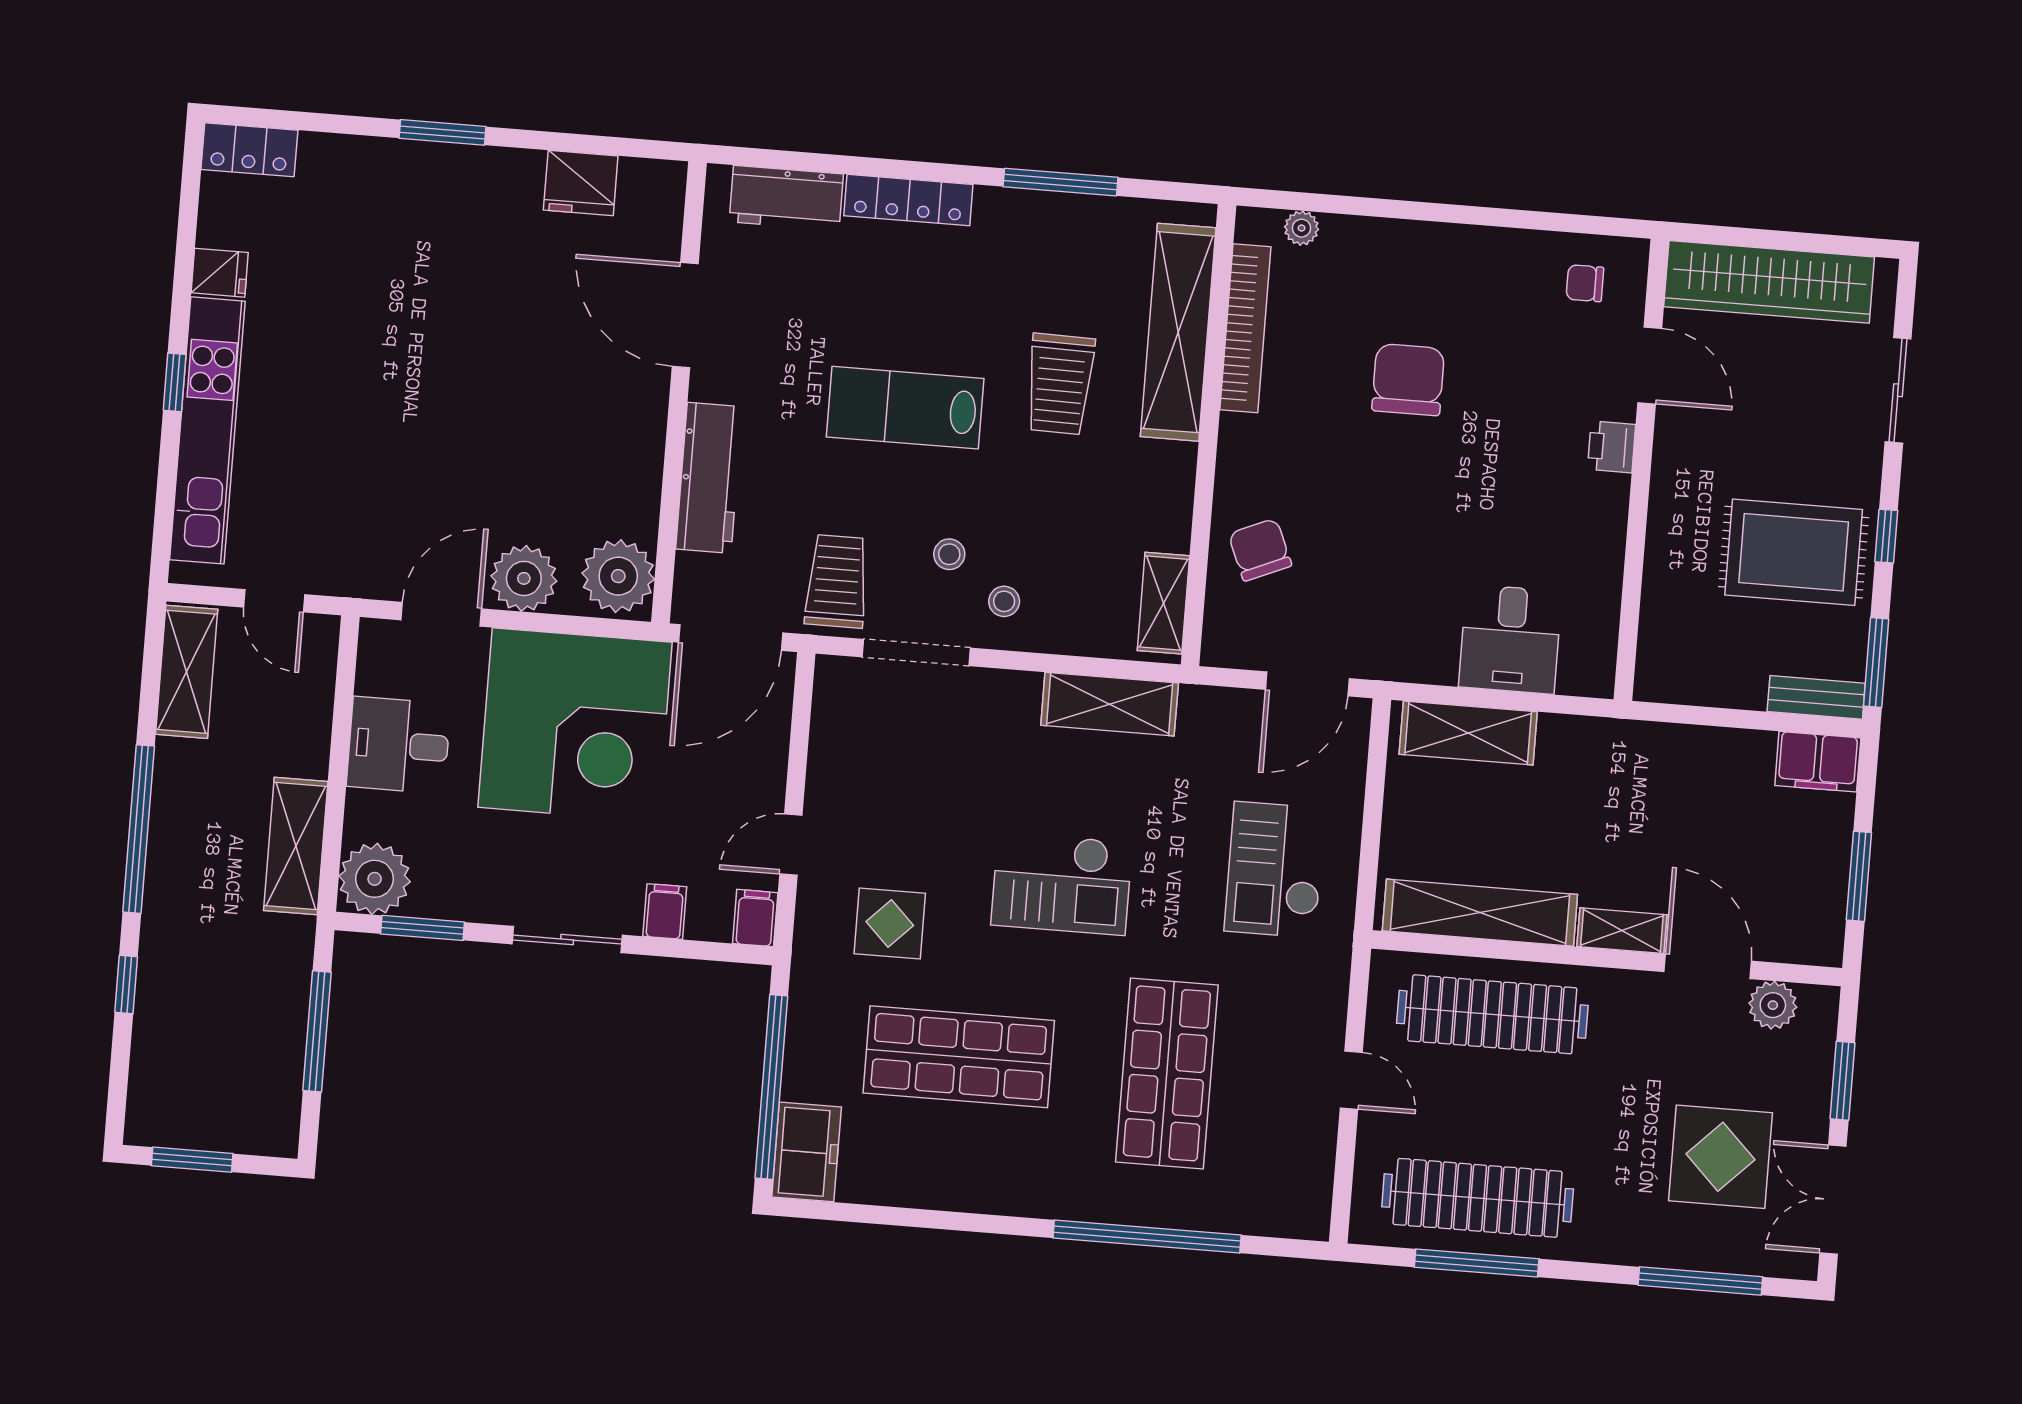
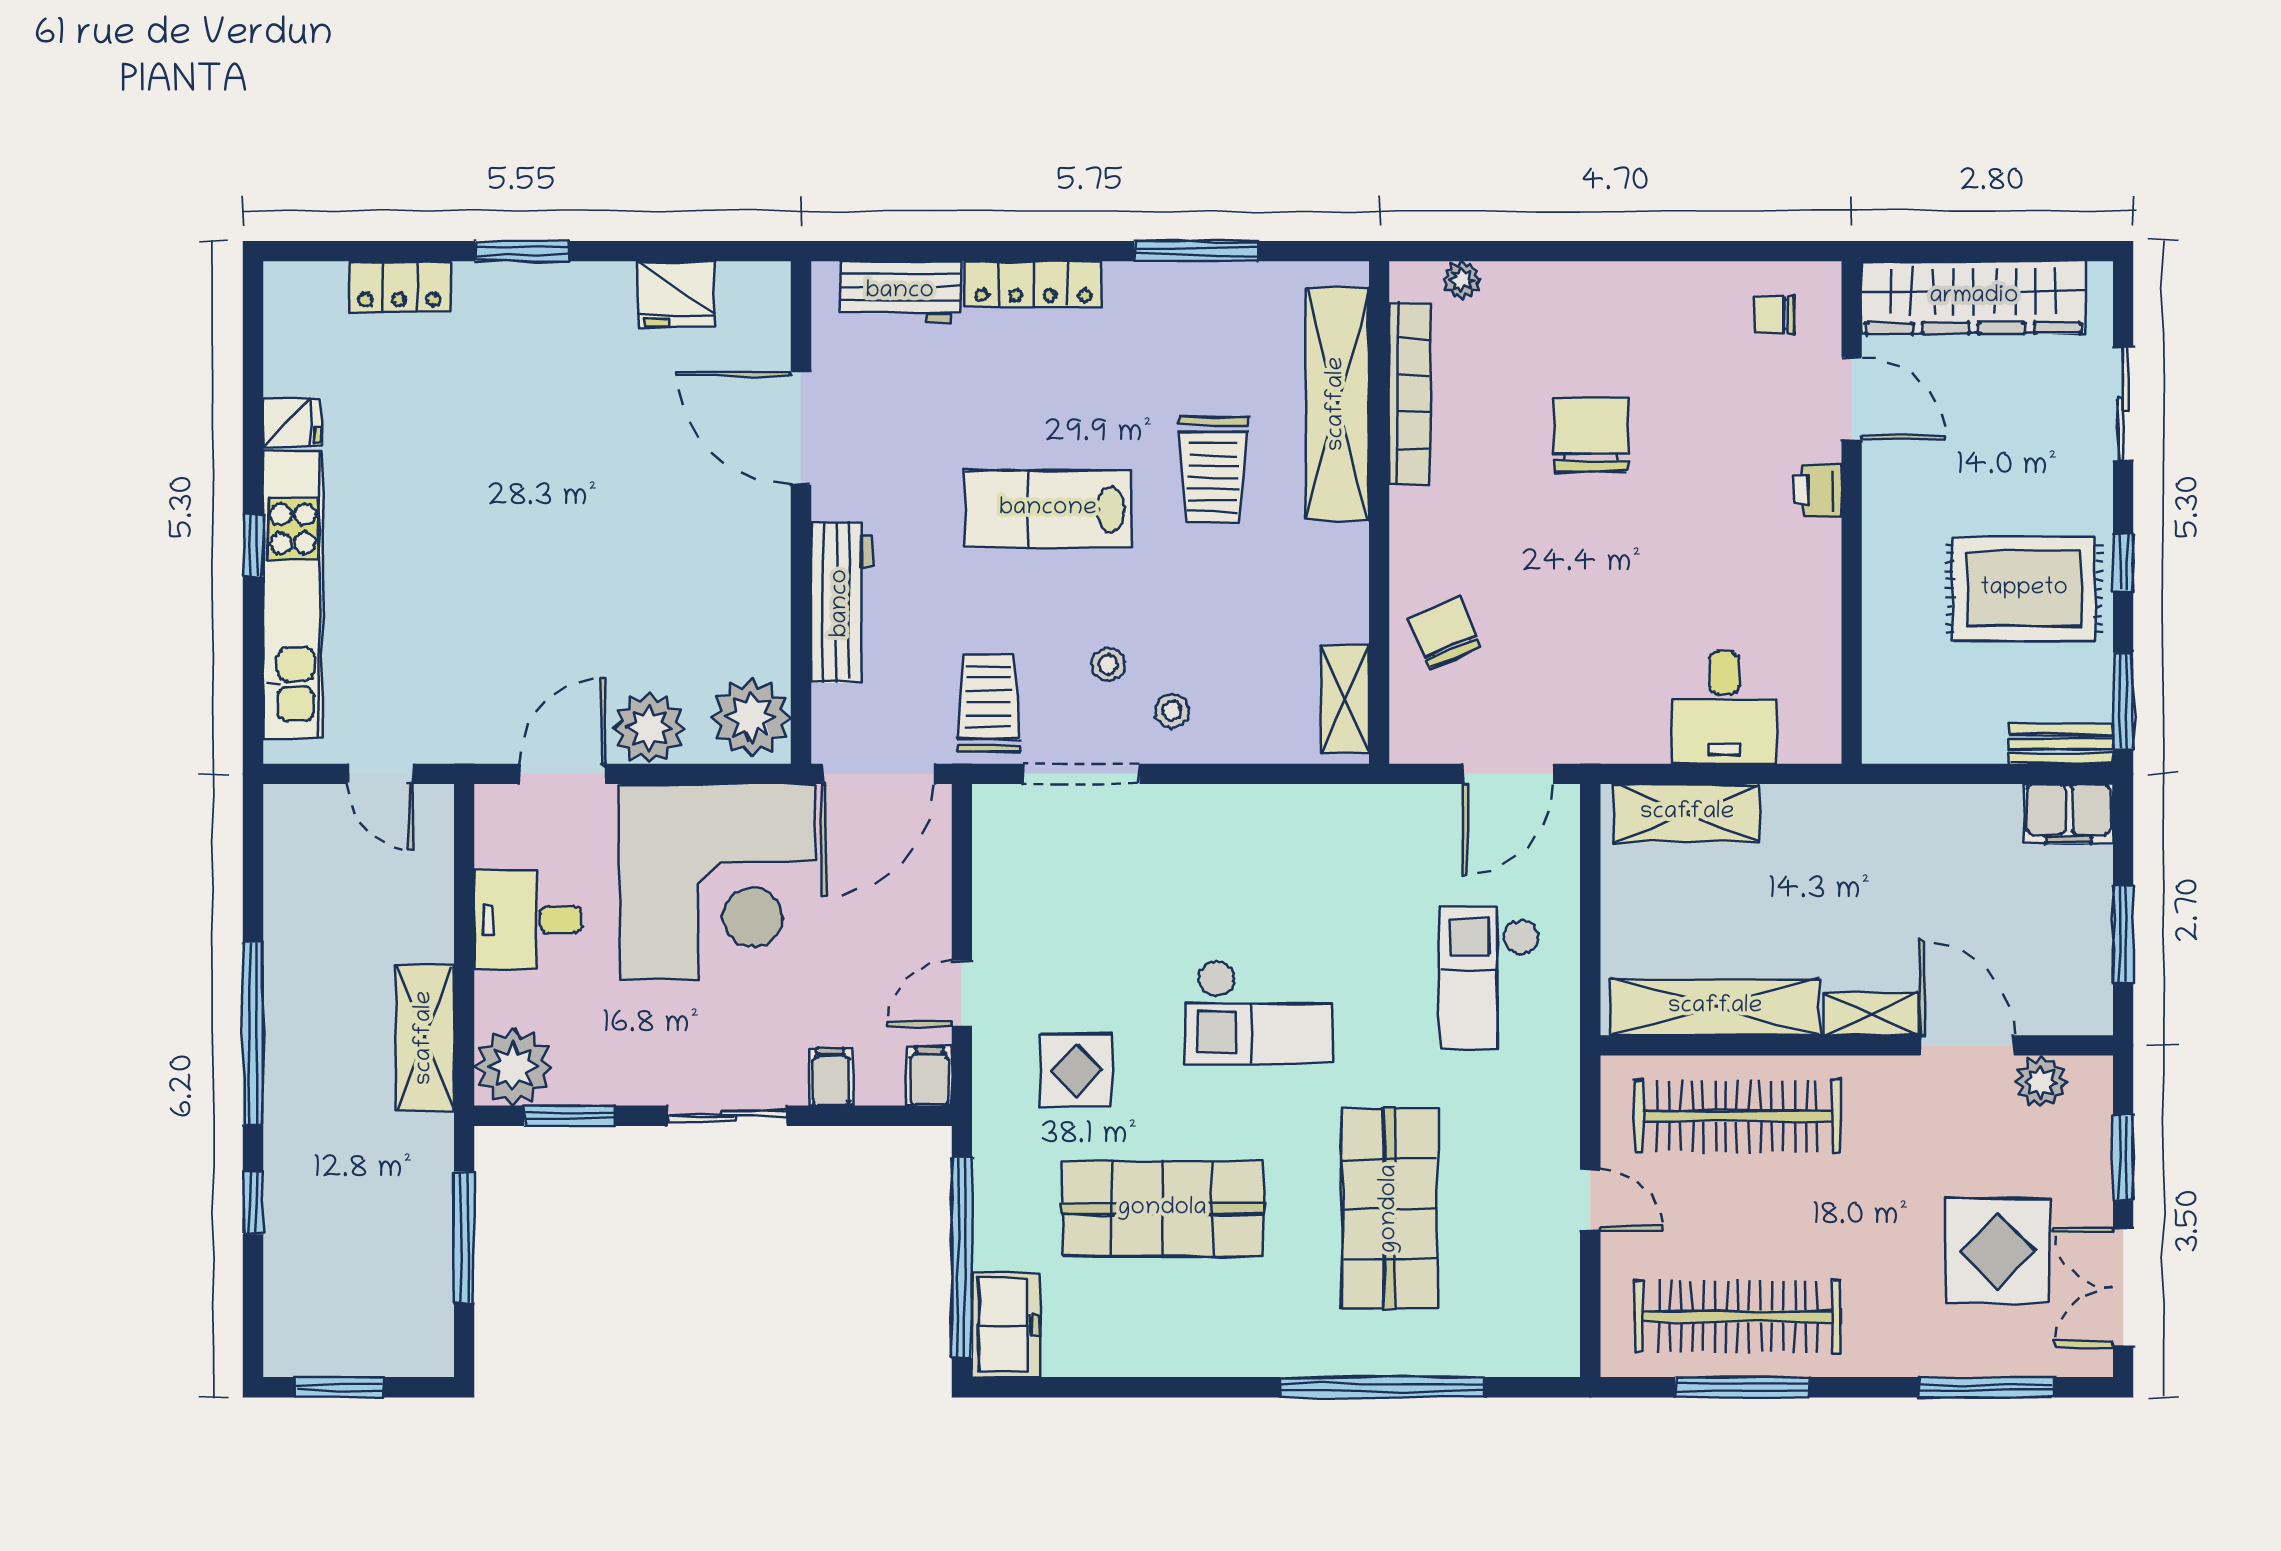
locker: (249, 150) -> (399, 287), moved
shelving: (187, 672) -> (291, 859), removed
shelving: (1110, 704) -> (1295, 813), removed

